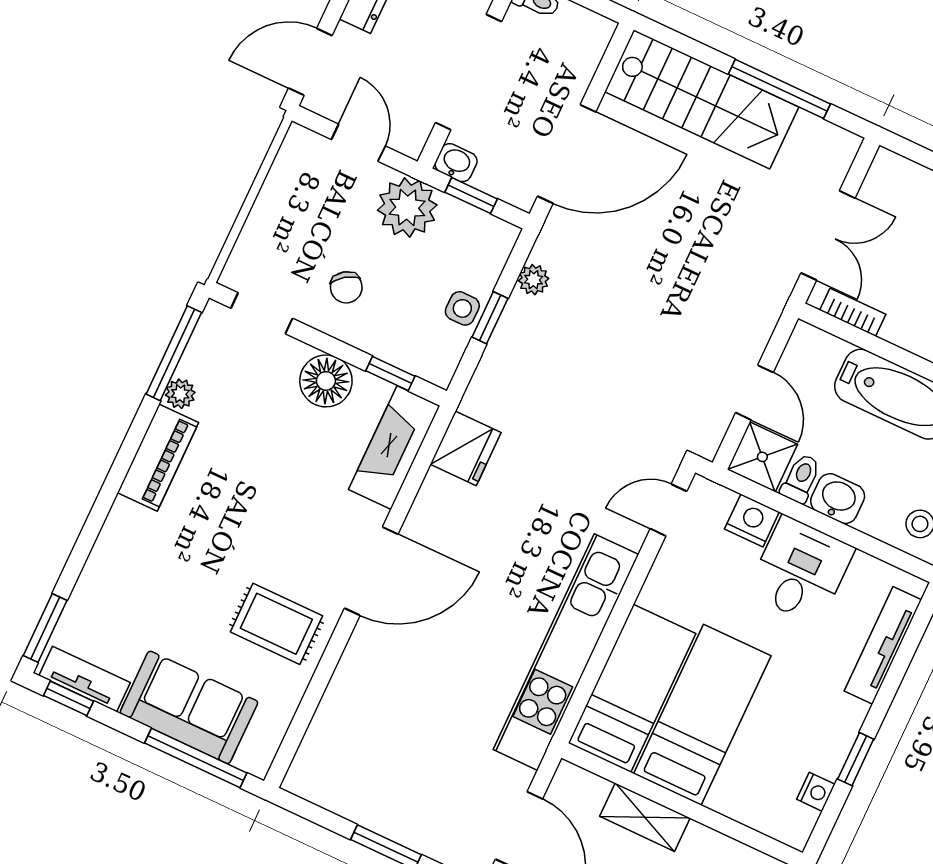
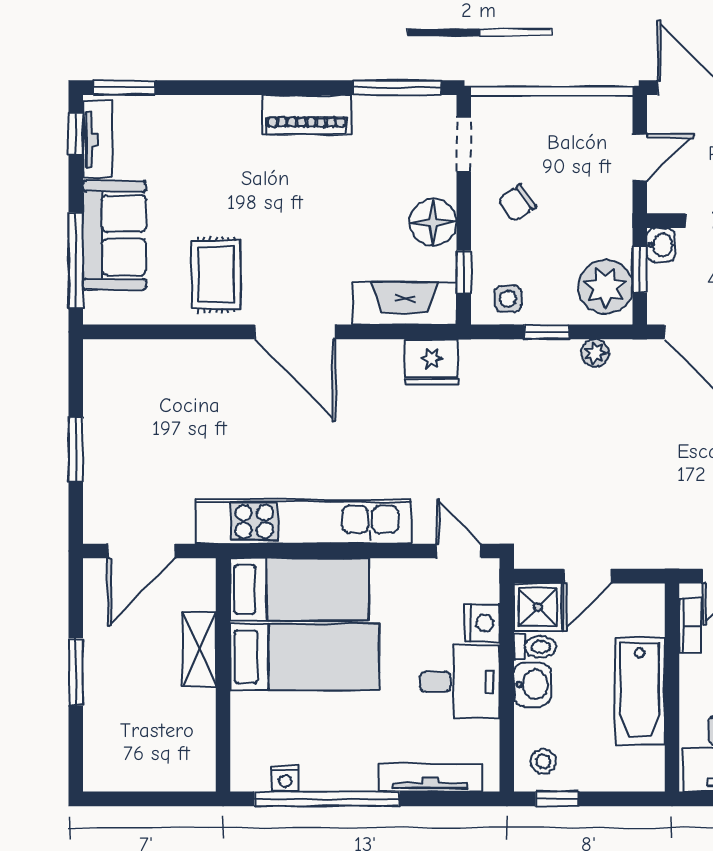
plant: (407, 208) -> (606, 287), moved
side table: (462, 308) -> (508, 299), moved
plant: (180, 394) -> (367, 108), removed
window: (856, 759) -> (327, 799), width x3.17

